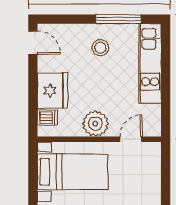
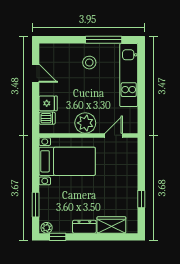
door: (33, 43) -> (36, 73), moved
fridge: (52, 90) -> (48, 103), width x0.53, depth x0.75

